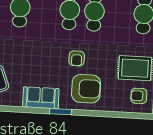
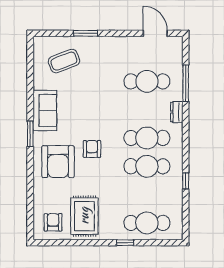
armchair: (77, 58) -> (92, 149), turned 90

